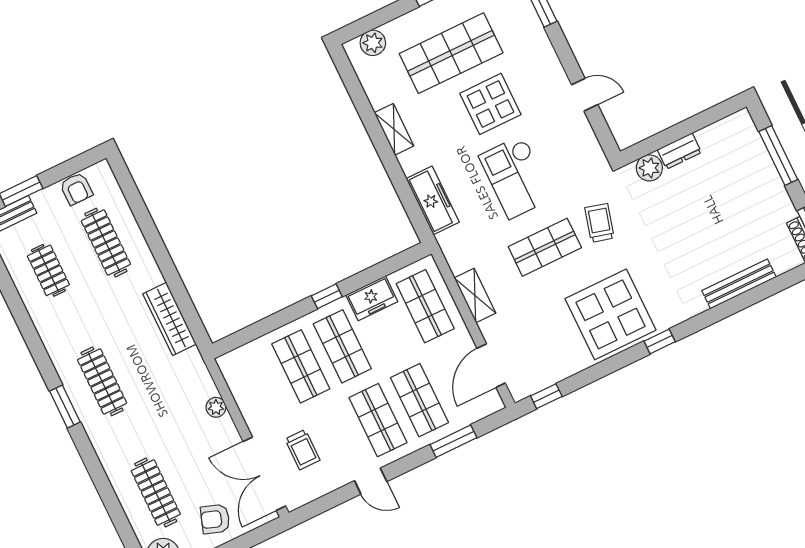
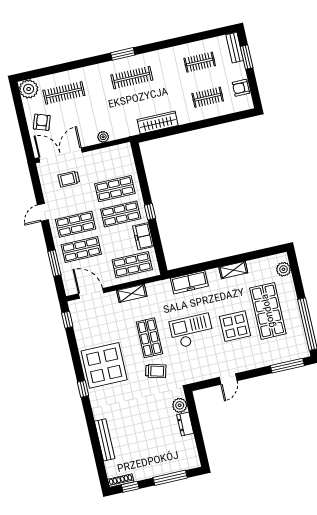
clothes rail: (106, 243) -> (208, 97), width x0.73

